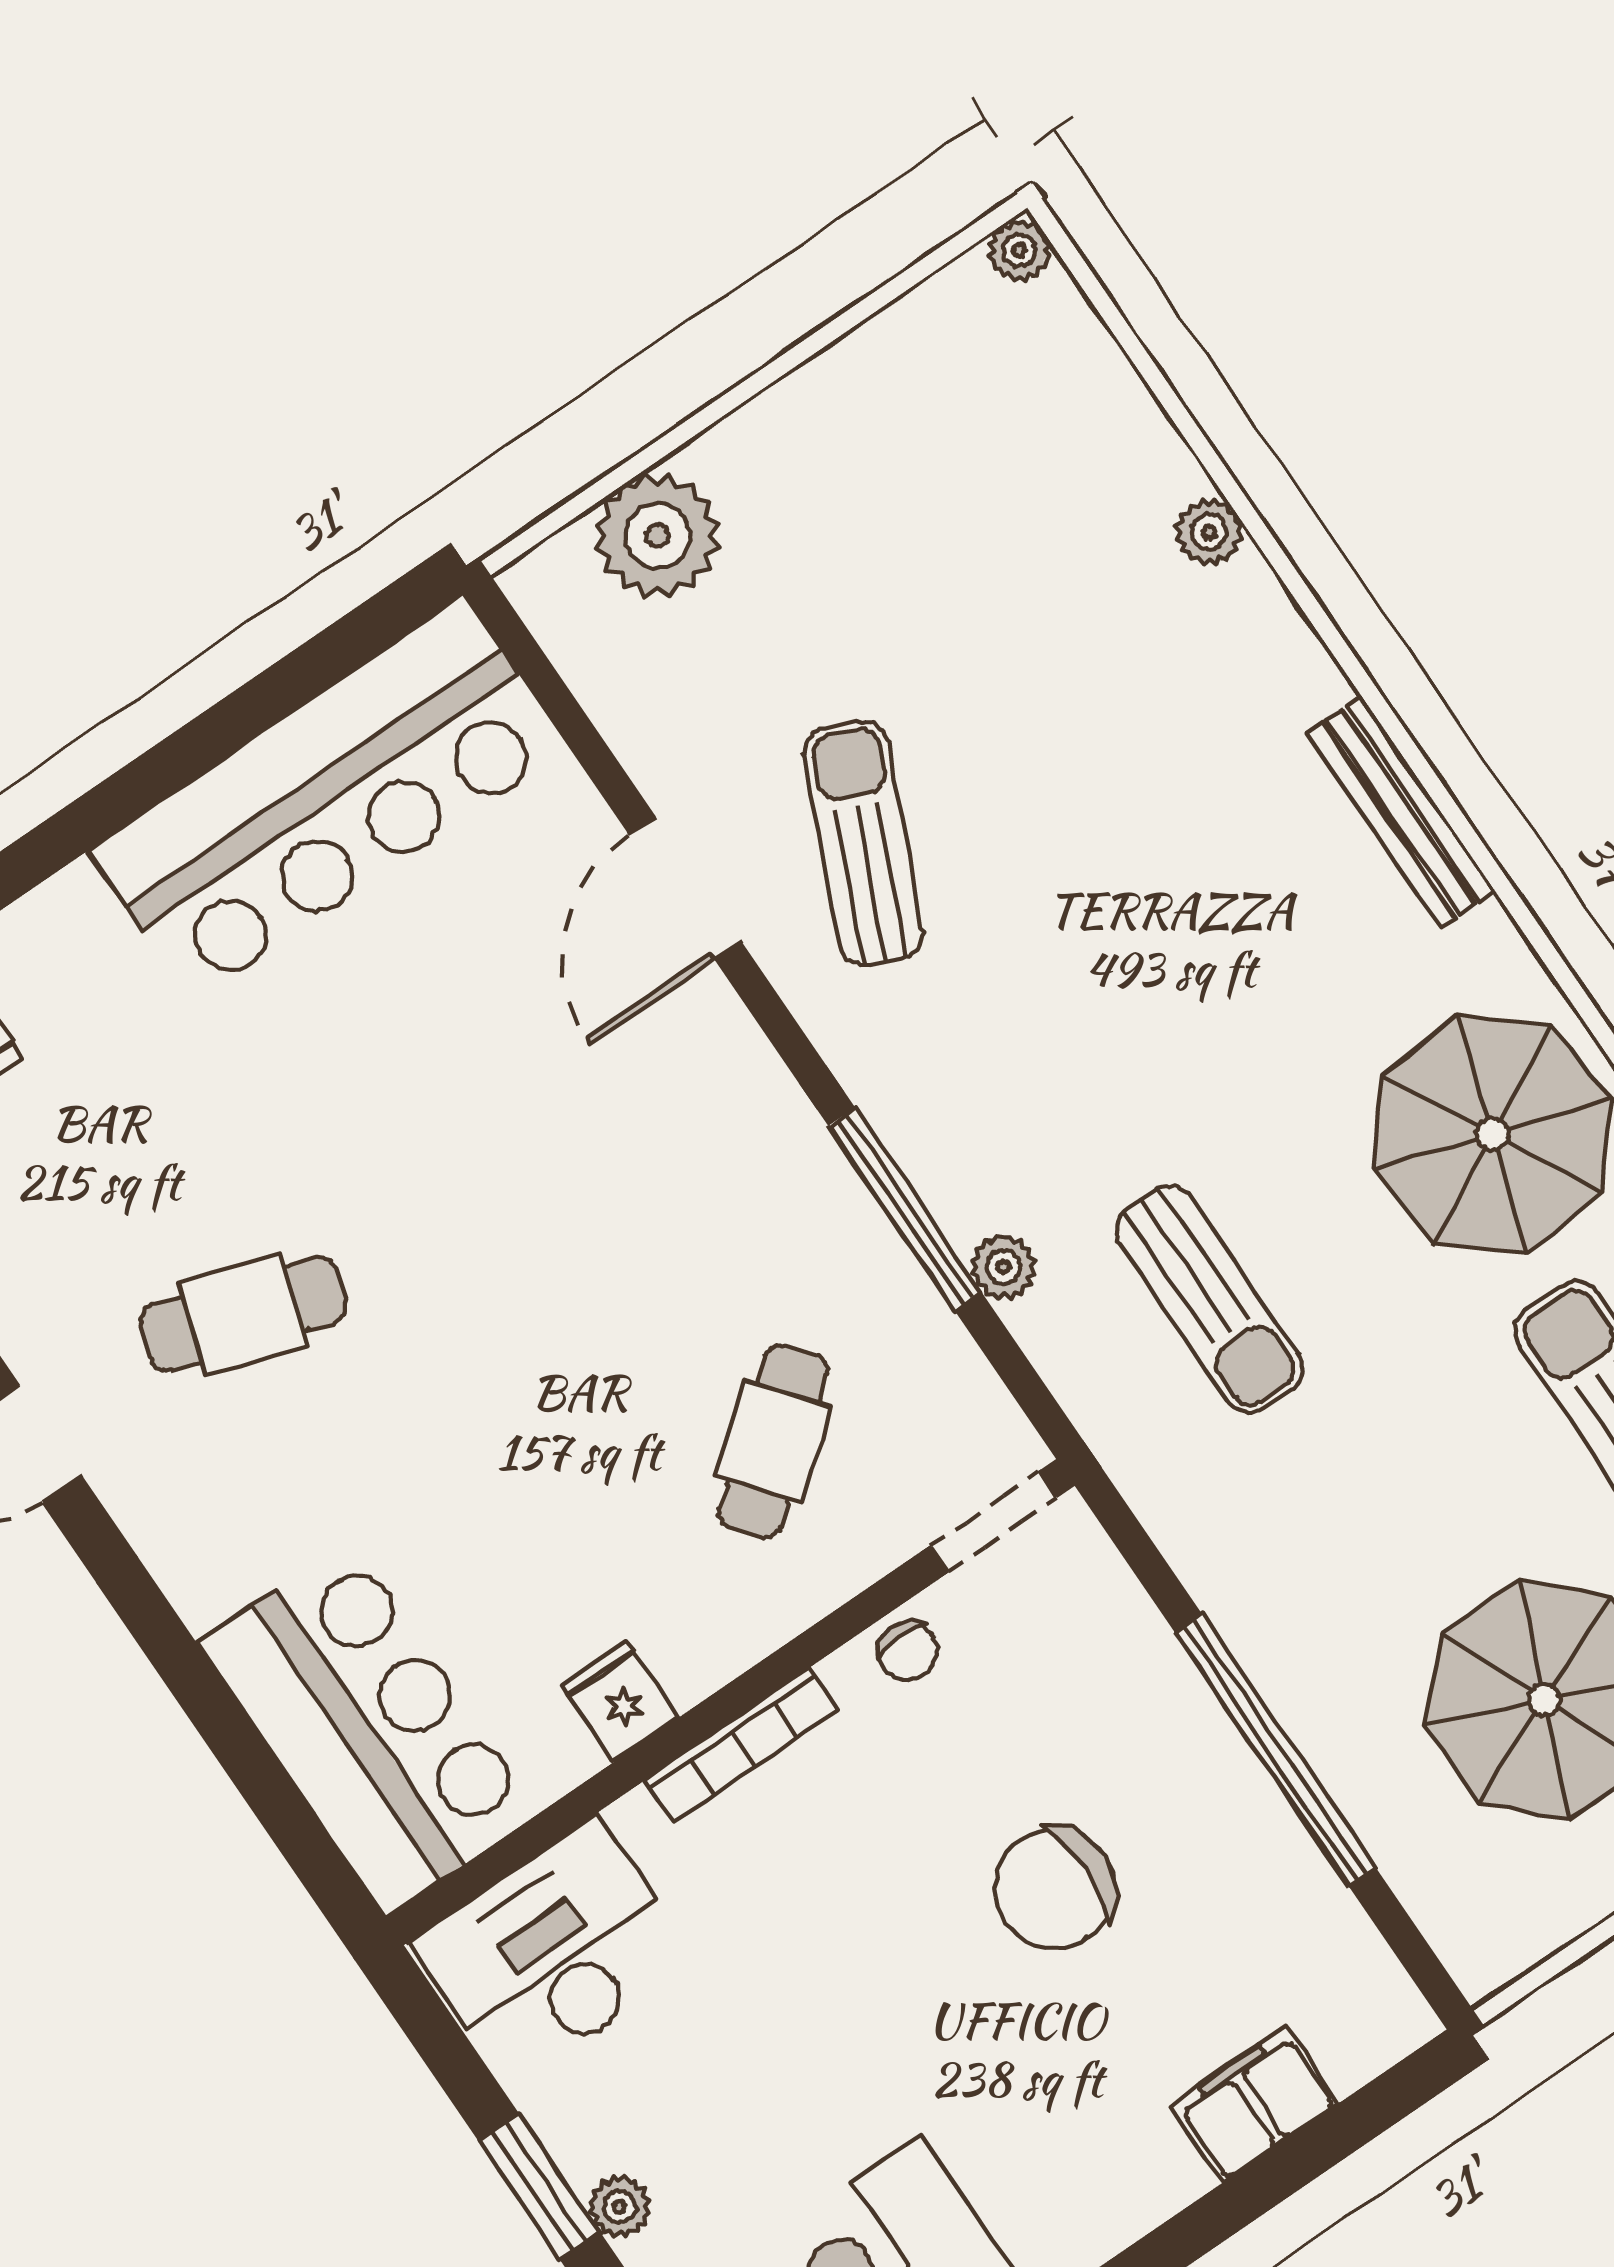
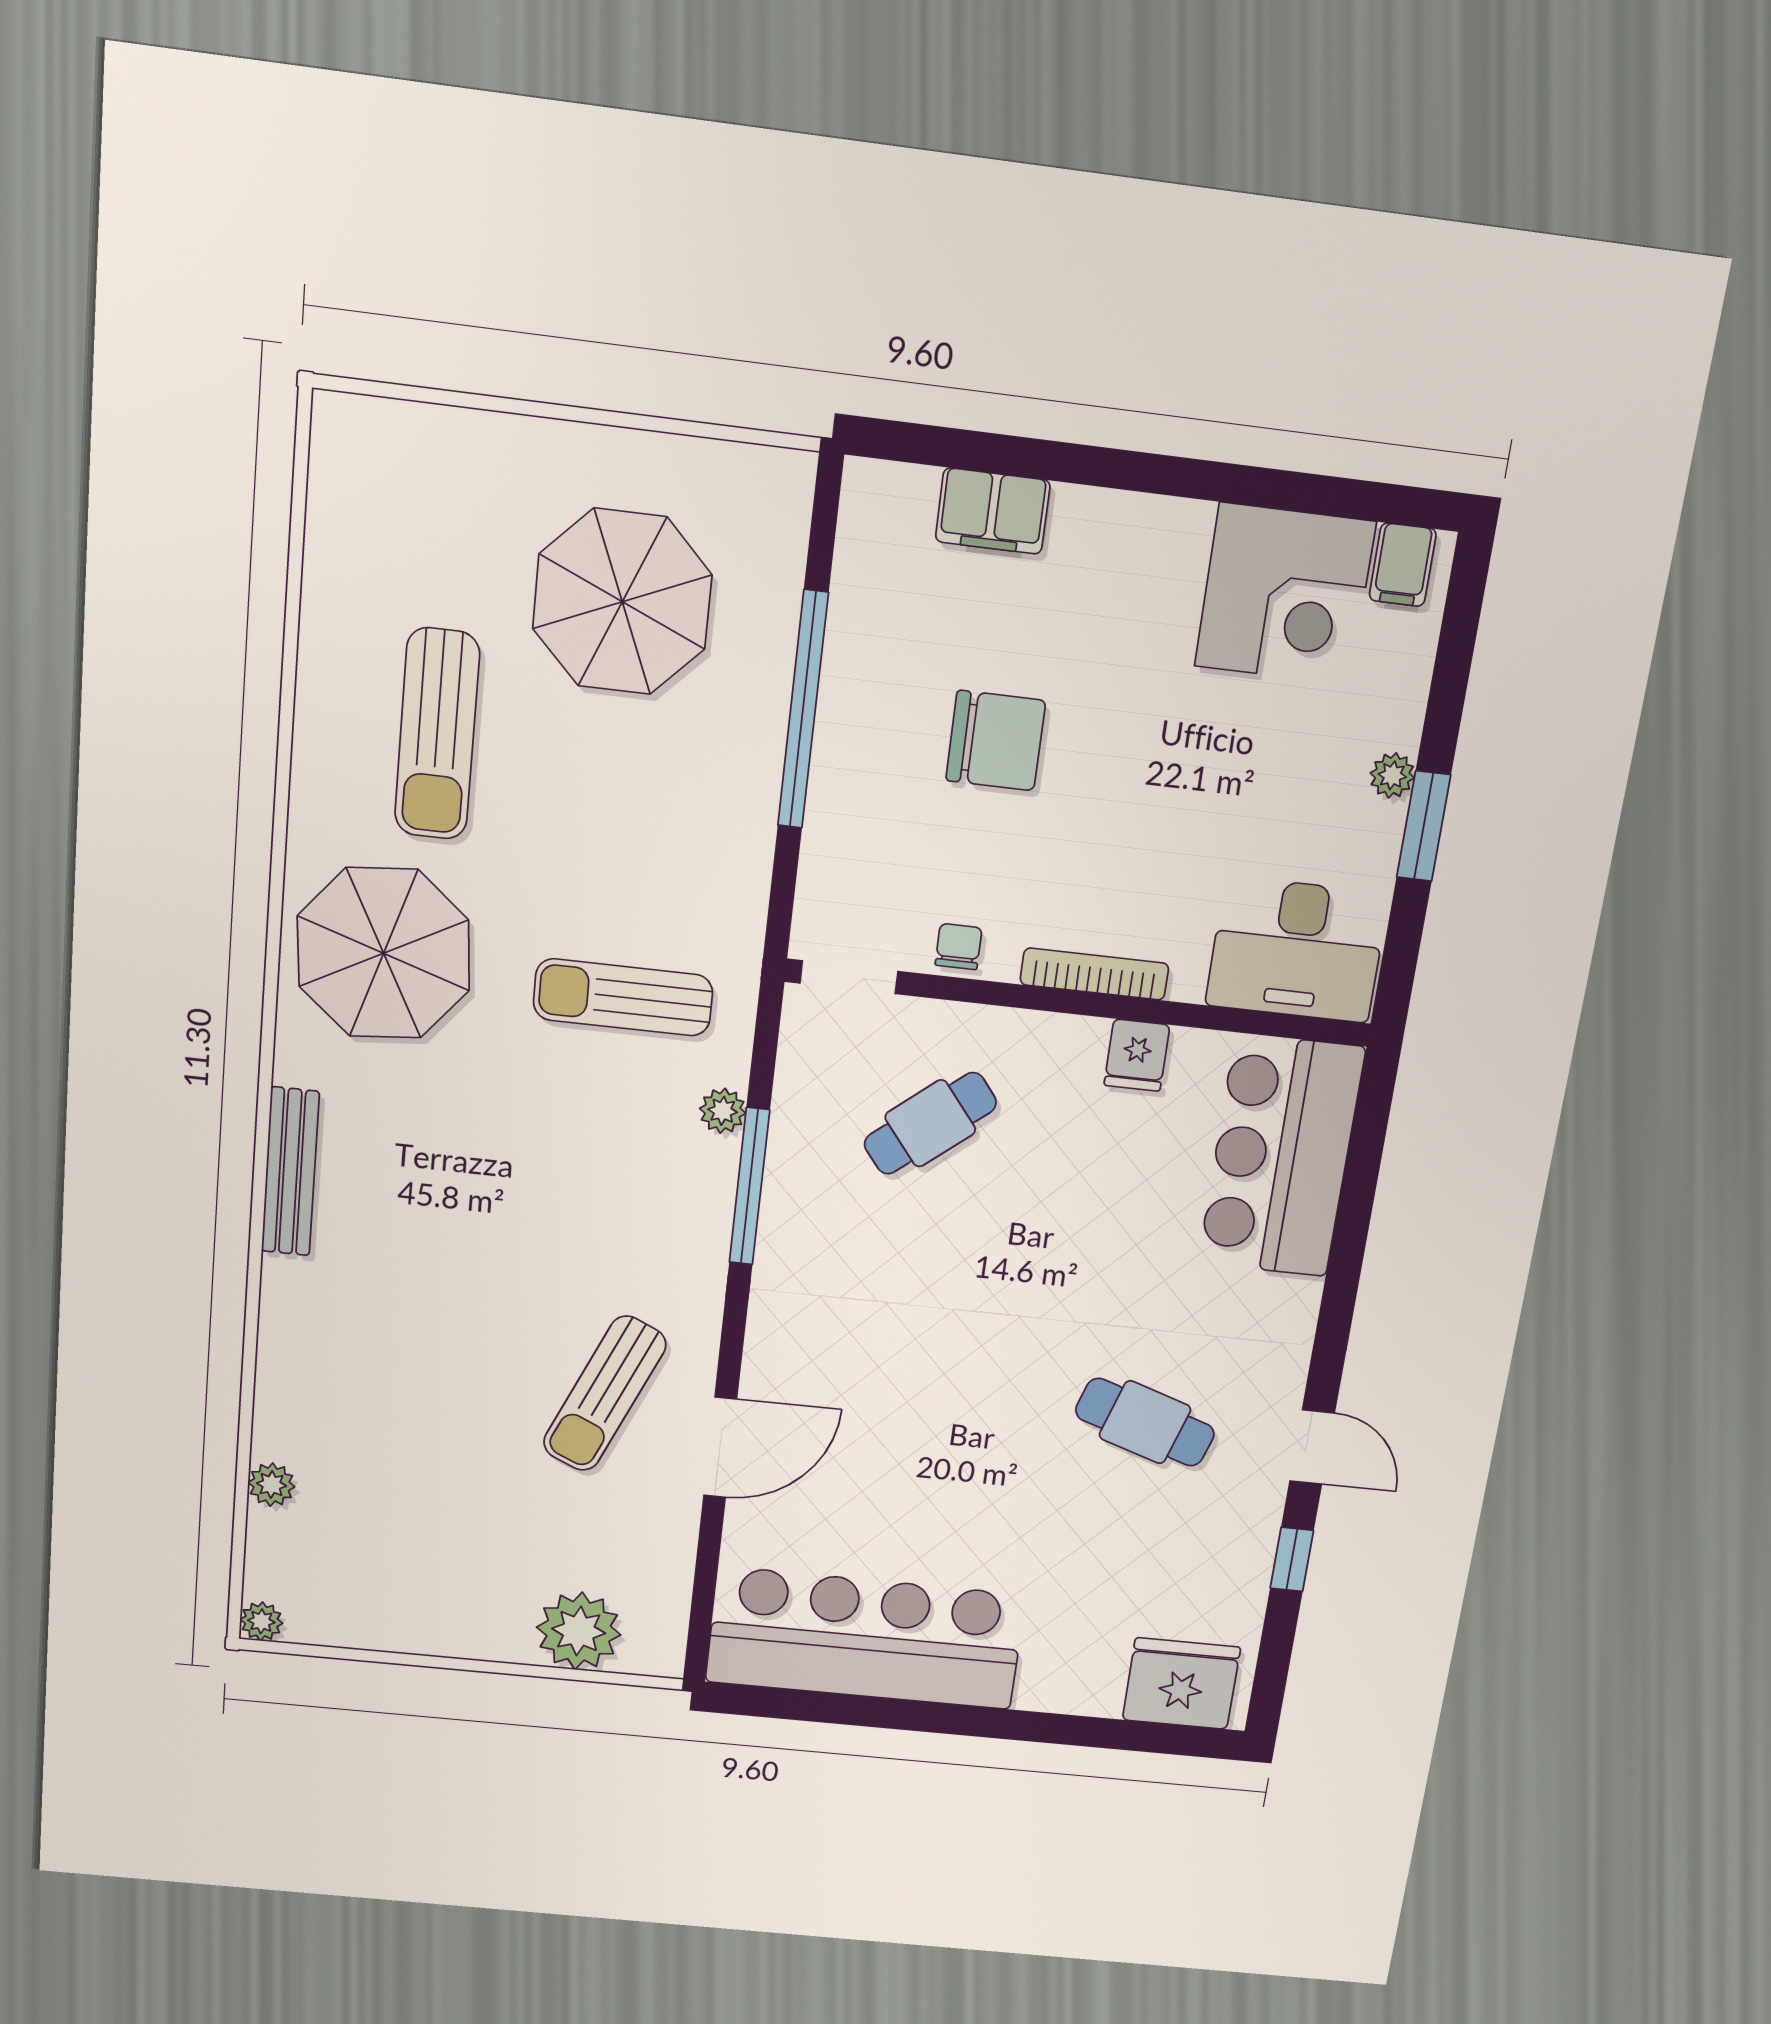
plant: (1209, 532) -> (271, 1485), moved
sun lounger: (1209, 1299) -> (623, 997), turned -90

